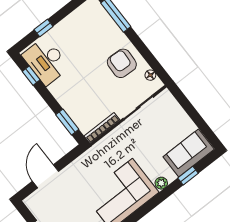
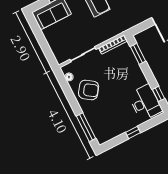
window: (44, 28) -> (133, 132), moved
armchair: (122, 63) -> (89, 90), turned -58

